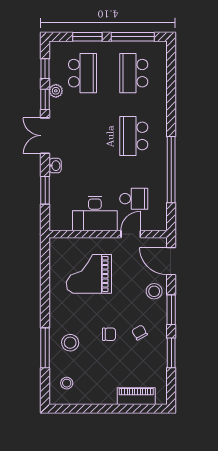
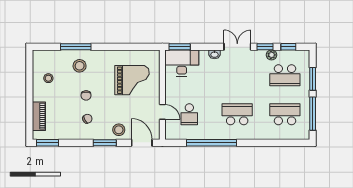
window: (45, 190) -> (180, 47), moved
desk: (95, 213) -> (182, 63), moved, turned 90
door: (171, 261) -> (142, 143), hinge flipped
grand piano: (89, 274) -> (132, 80), turned 90
window: (171, 353) -> (48, 143), moved
stool: (67, 383) -> (48, 78), moved

